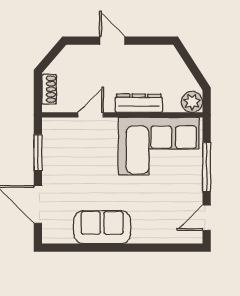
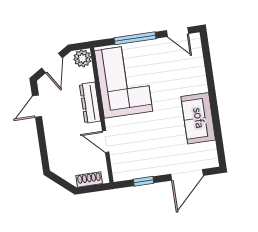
door: (112, 41) -> (37, 106), moved
door: (192, 66) -> (52, 63), added
window: (38, 152) -> (144, 181), width x0.67

